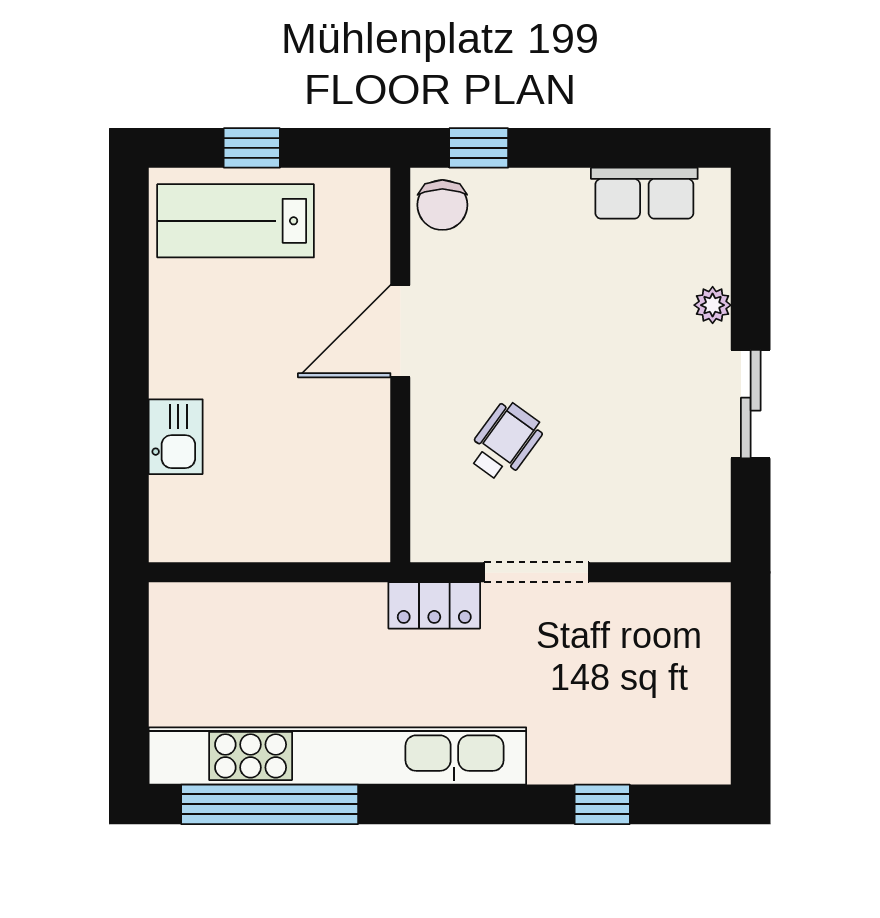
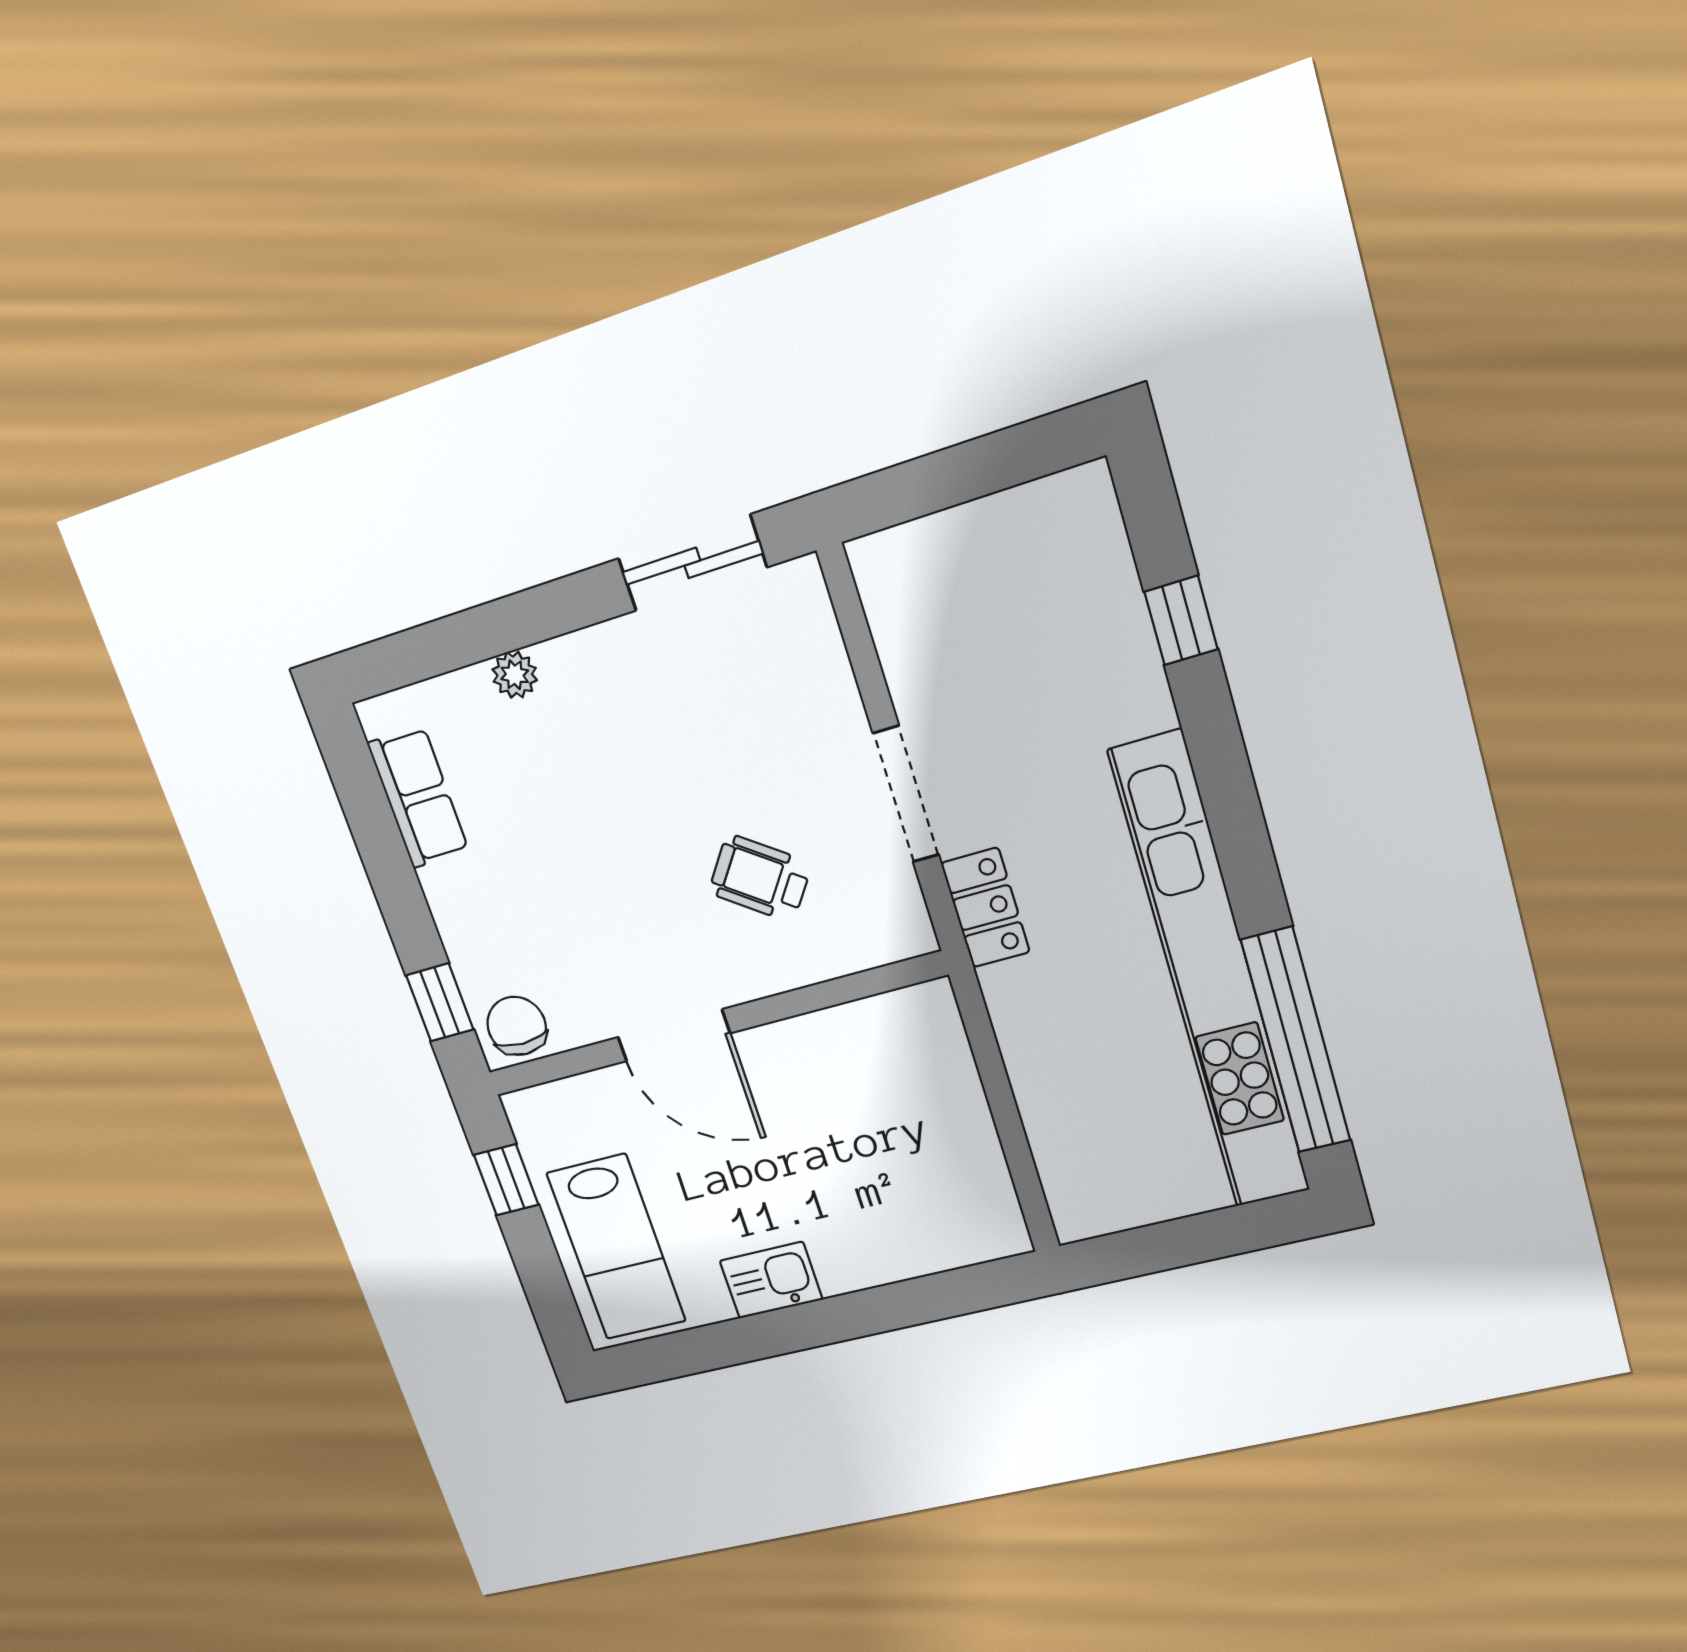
window: (252, 148) -> (506, 1180), moved
chair: (442, 205) -> (517, 1026), turned -90
sliding door: (751, 404) -> (692, 563), moved
kitchen sink: (176, 437) -> (771, 1280), moved

